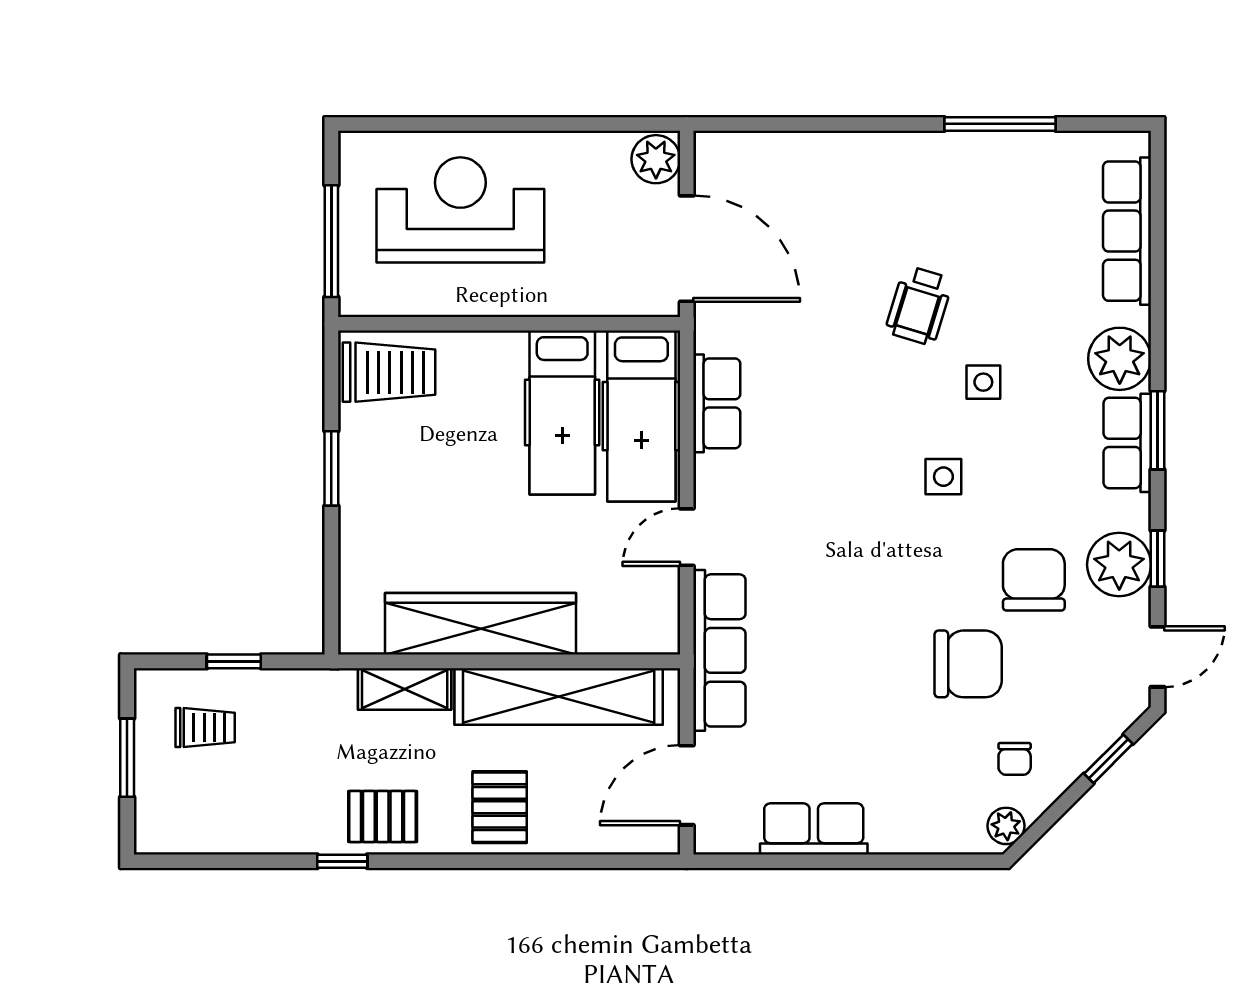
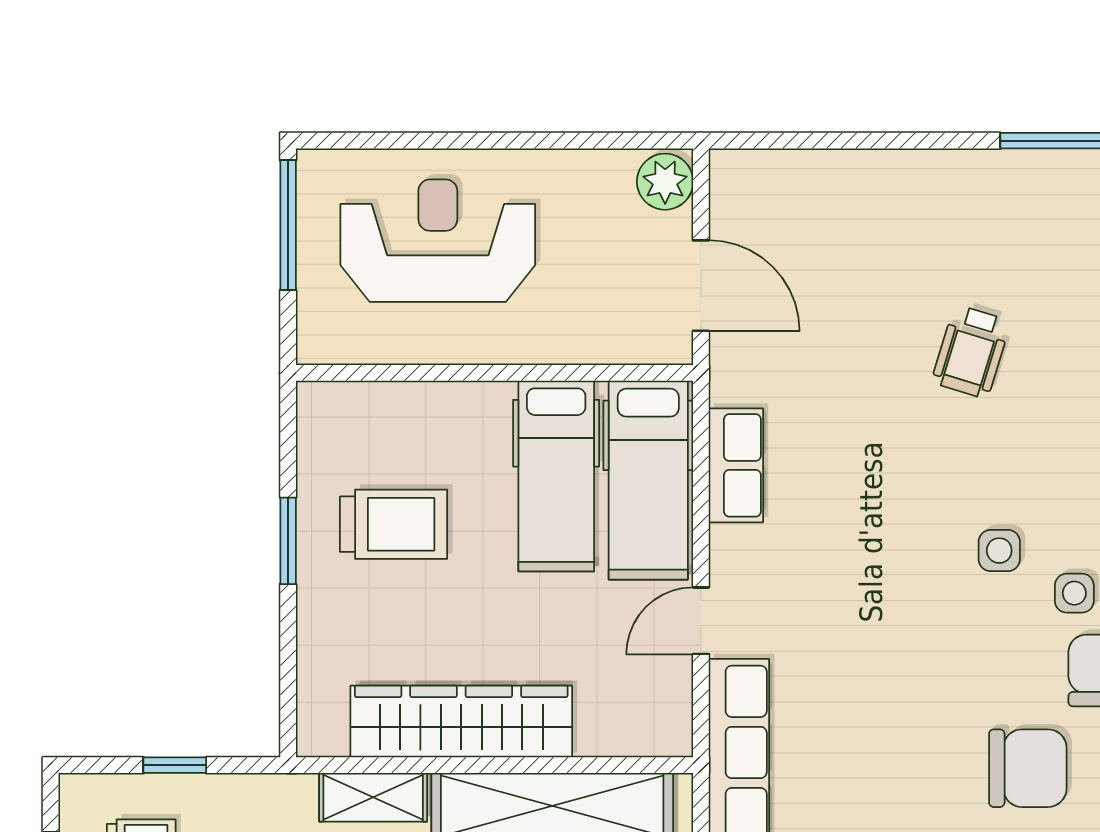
window: (331, 241) -> (288, 225), moved
door: (687, 249) -> (701, 286), width x0.73
trolley: (389, 372) -> (394, 524), moved
side table: (983, 382) -> (1074, 593), moved

